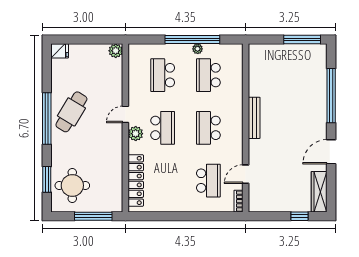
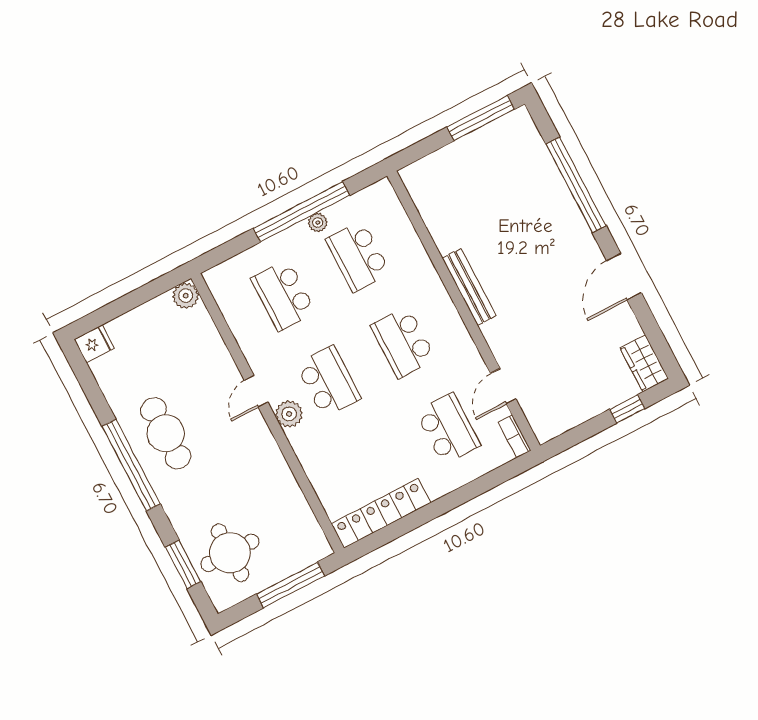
cafe table: (71, 112) -> (166, 433), turned -31
locker: (136, 180) -> (381, 513), moved, turned -90
wardrobe: (319, 192) -> (644, 363), width x0.67

